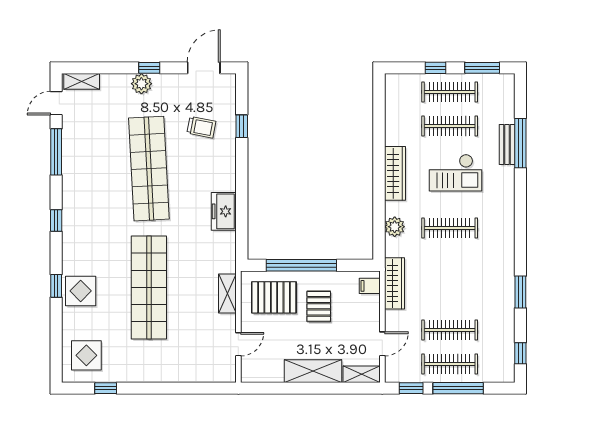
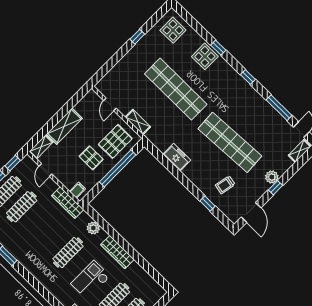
window: (106, 388) -> (137, 37), moved

